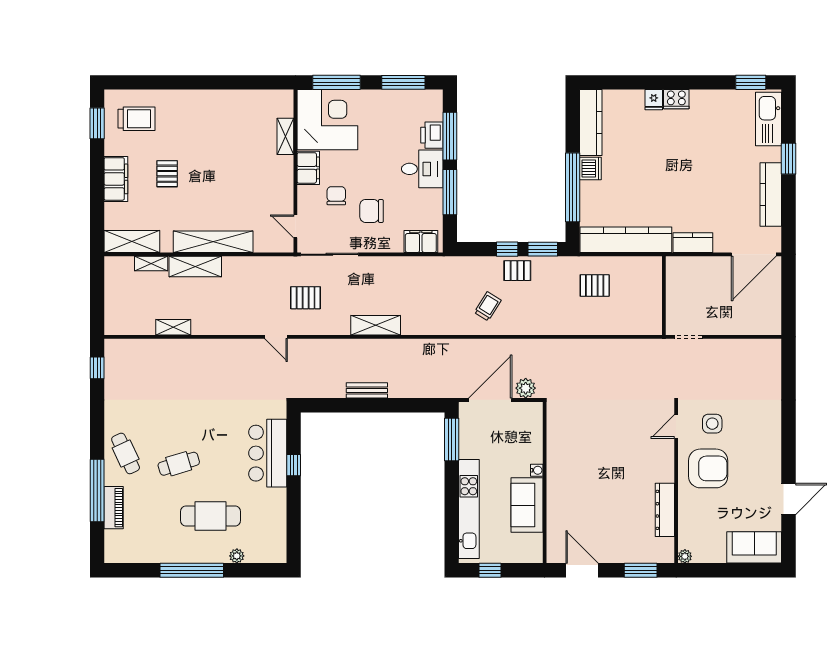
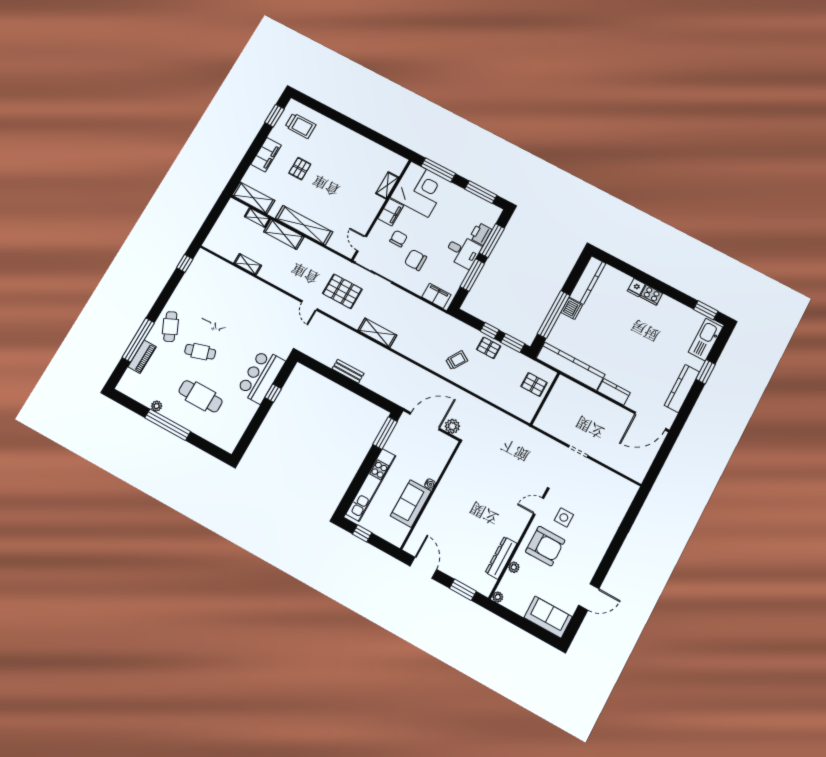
wall: (664, 296) -> (545, 399), moved
pallet: (306, 298) -> (342, 291), width x1.50, depth x1.42
plant: (685, 513) -> (514, 567), added
plant: (237, 556) -> (157, 406), moved

